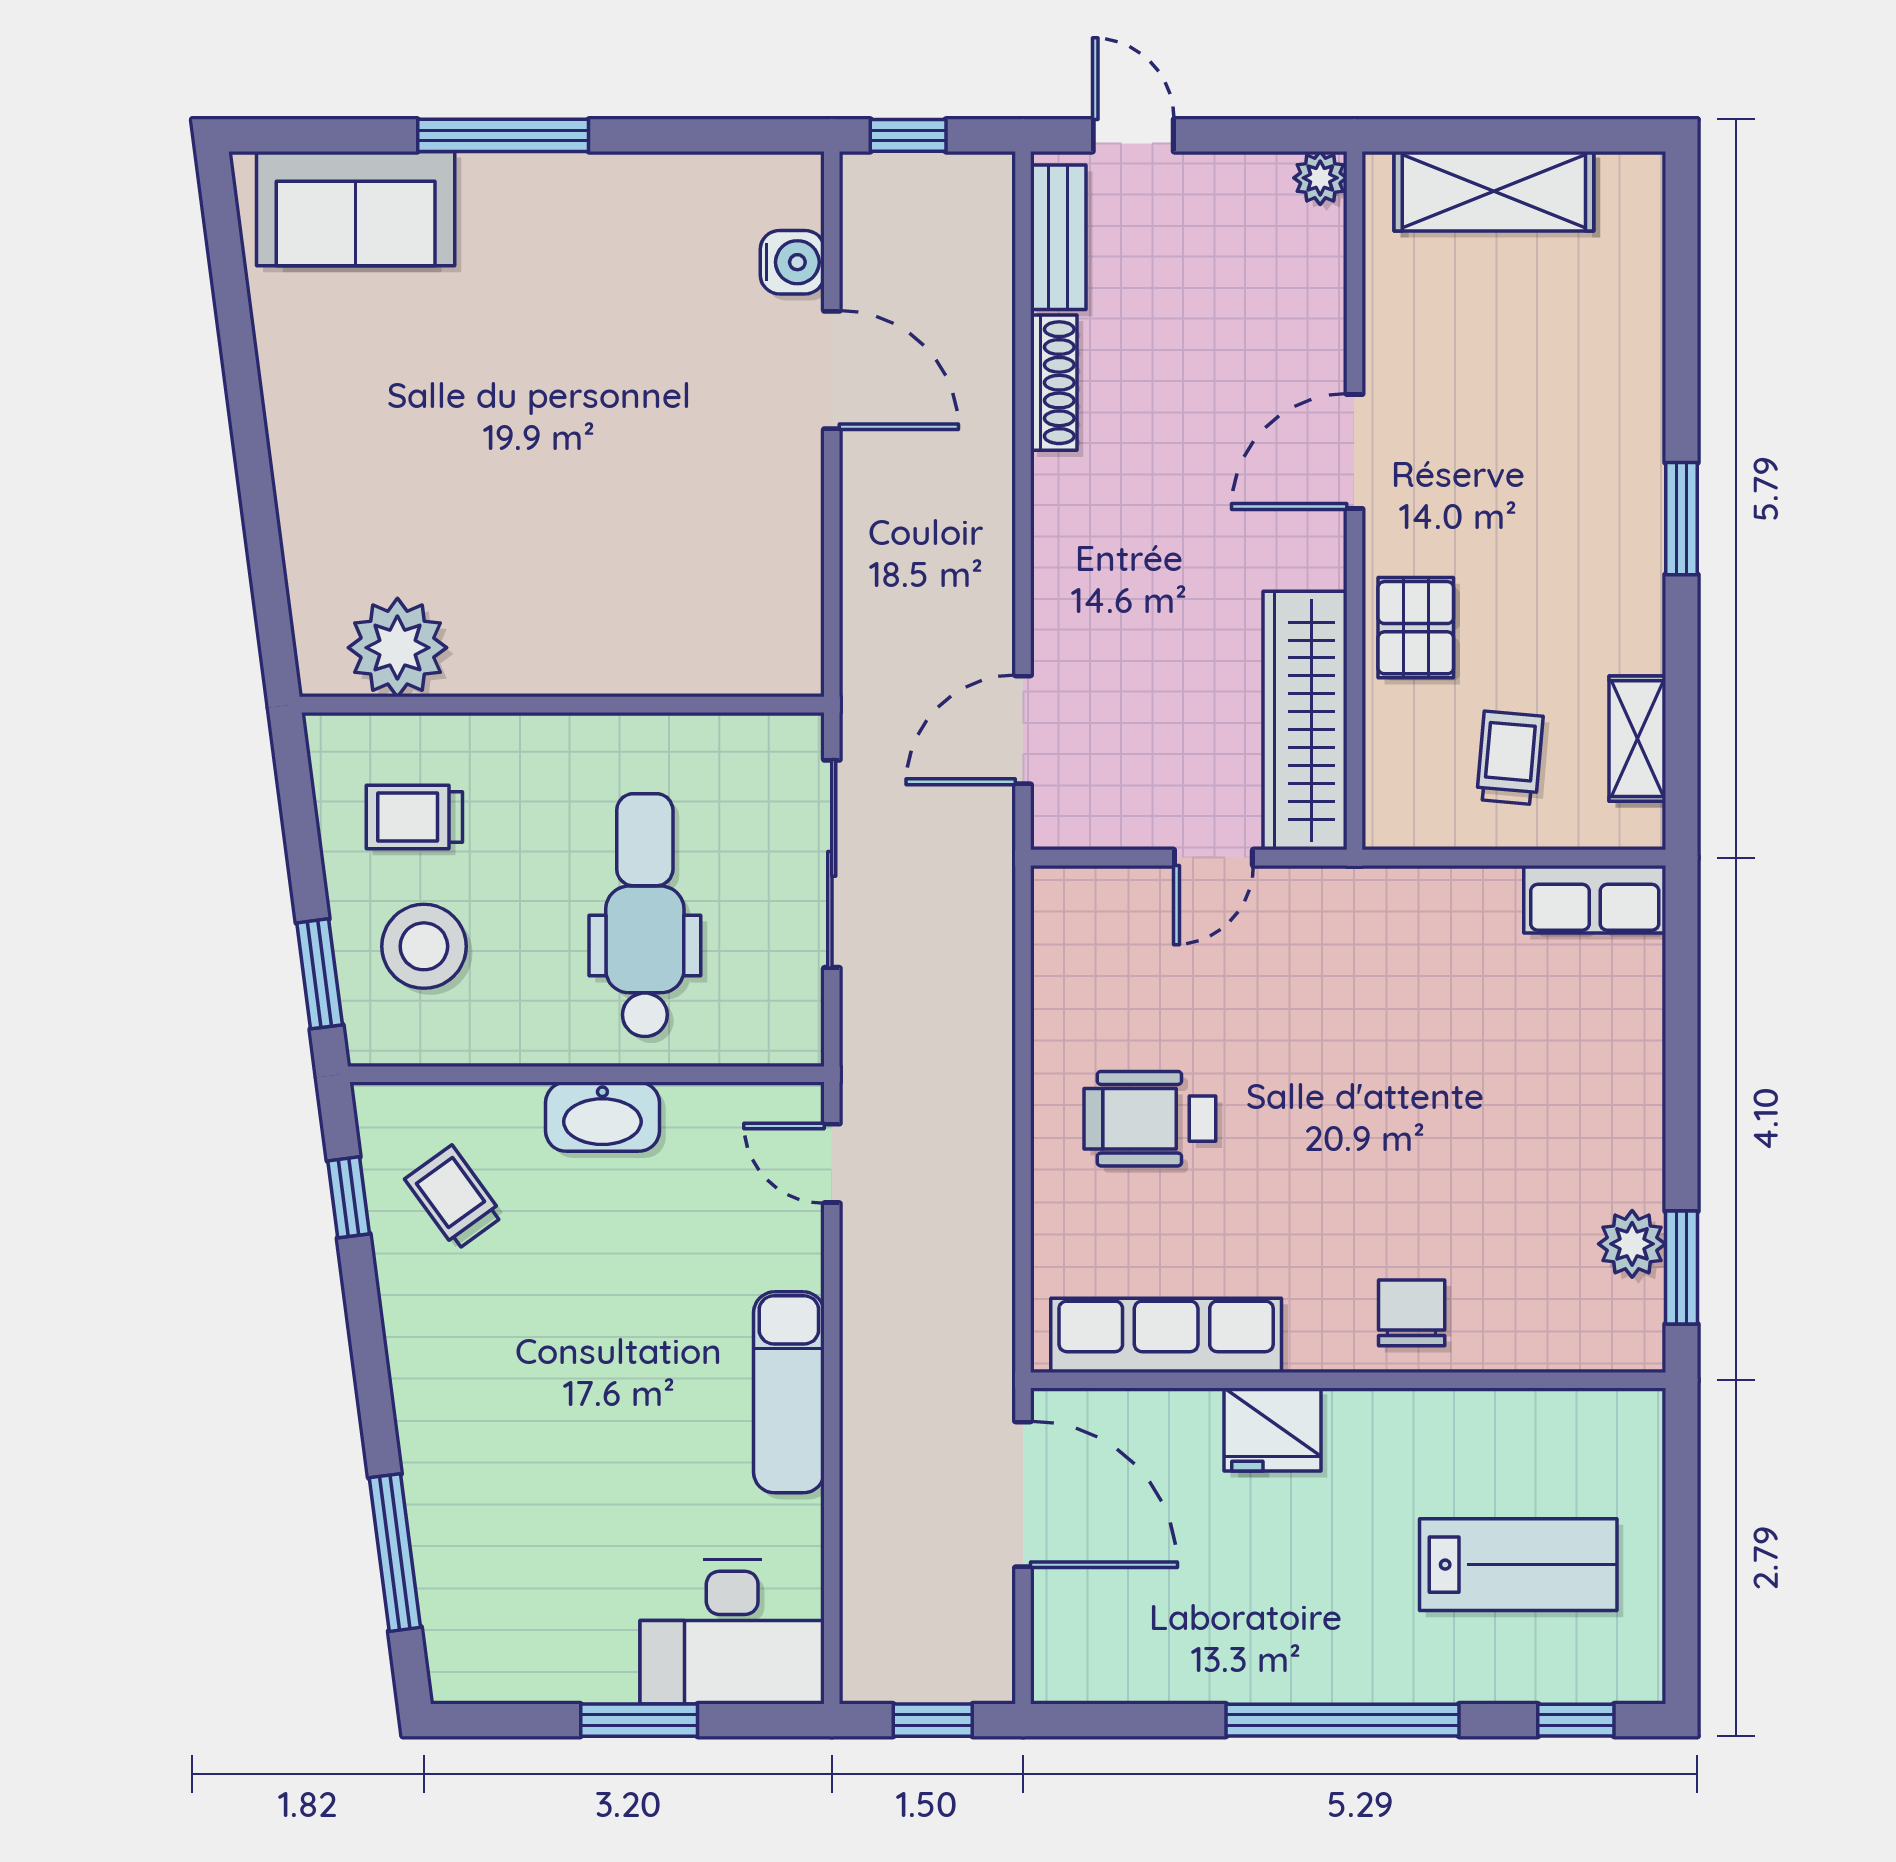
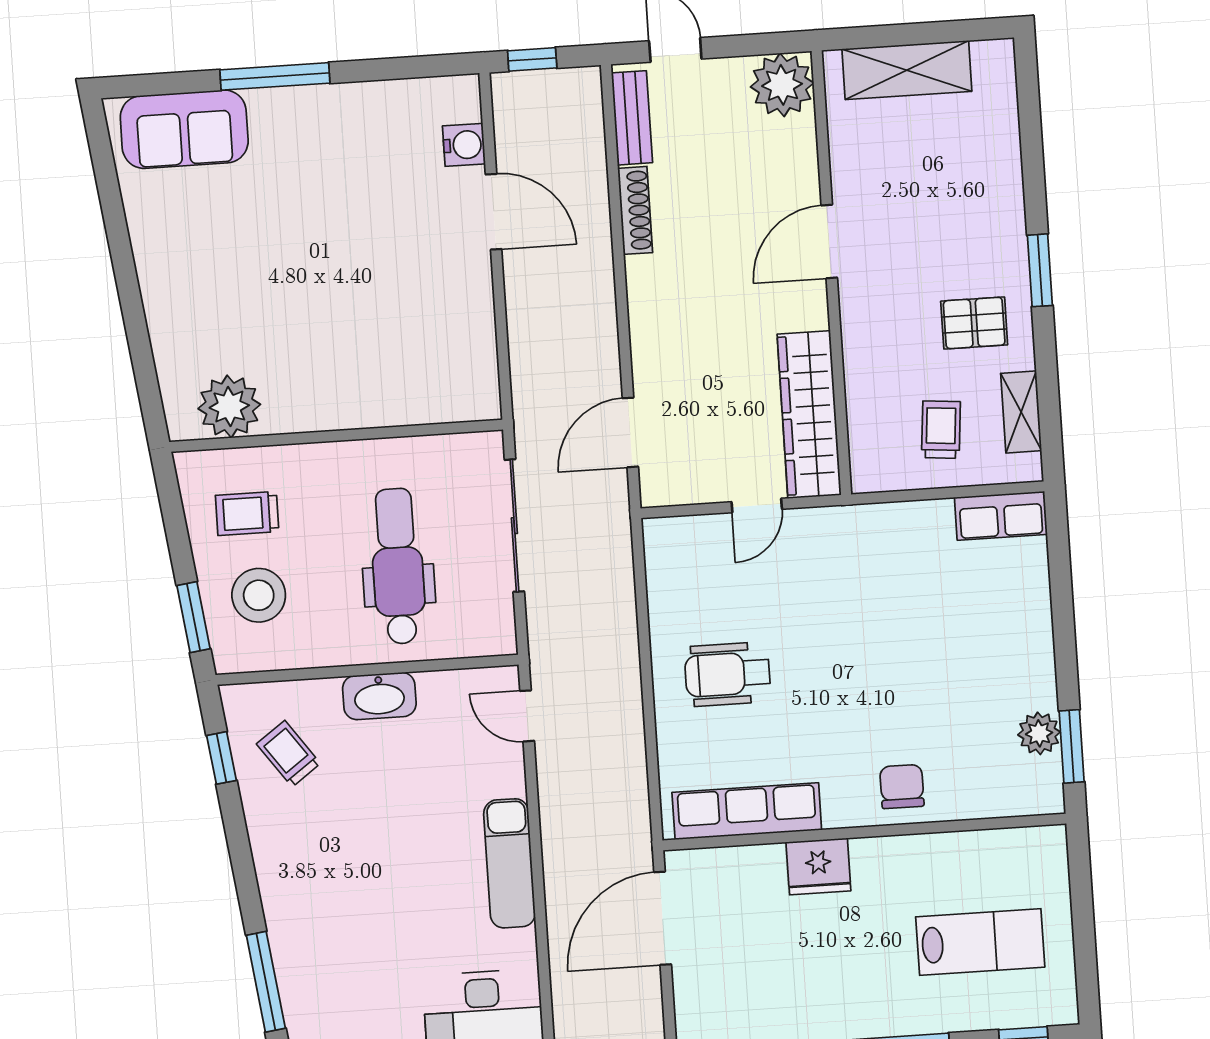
plant: (1320, 178) -> (782, 85), width x1.87, depth x1.87
pallet: (1416, 628) -> (974, 323), moved, turned 90
door: (1023, 1494) -> (663, 918), swing flipped

